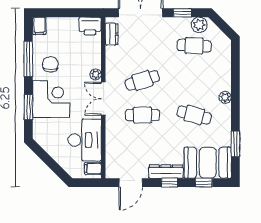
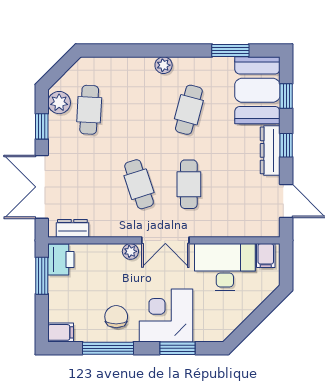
window: (79, 13) -> (42, 276), added
chair: (50, 64) -> (116, 317), turned 90

